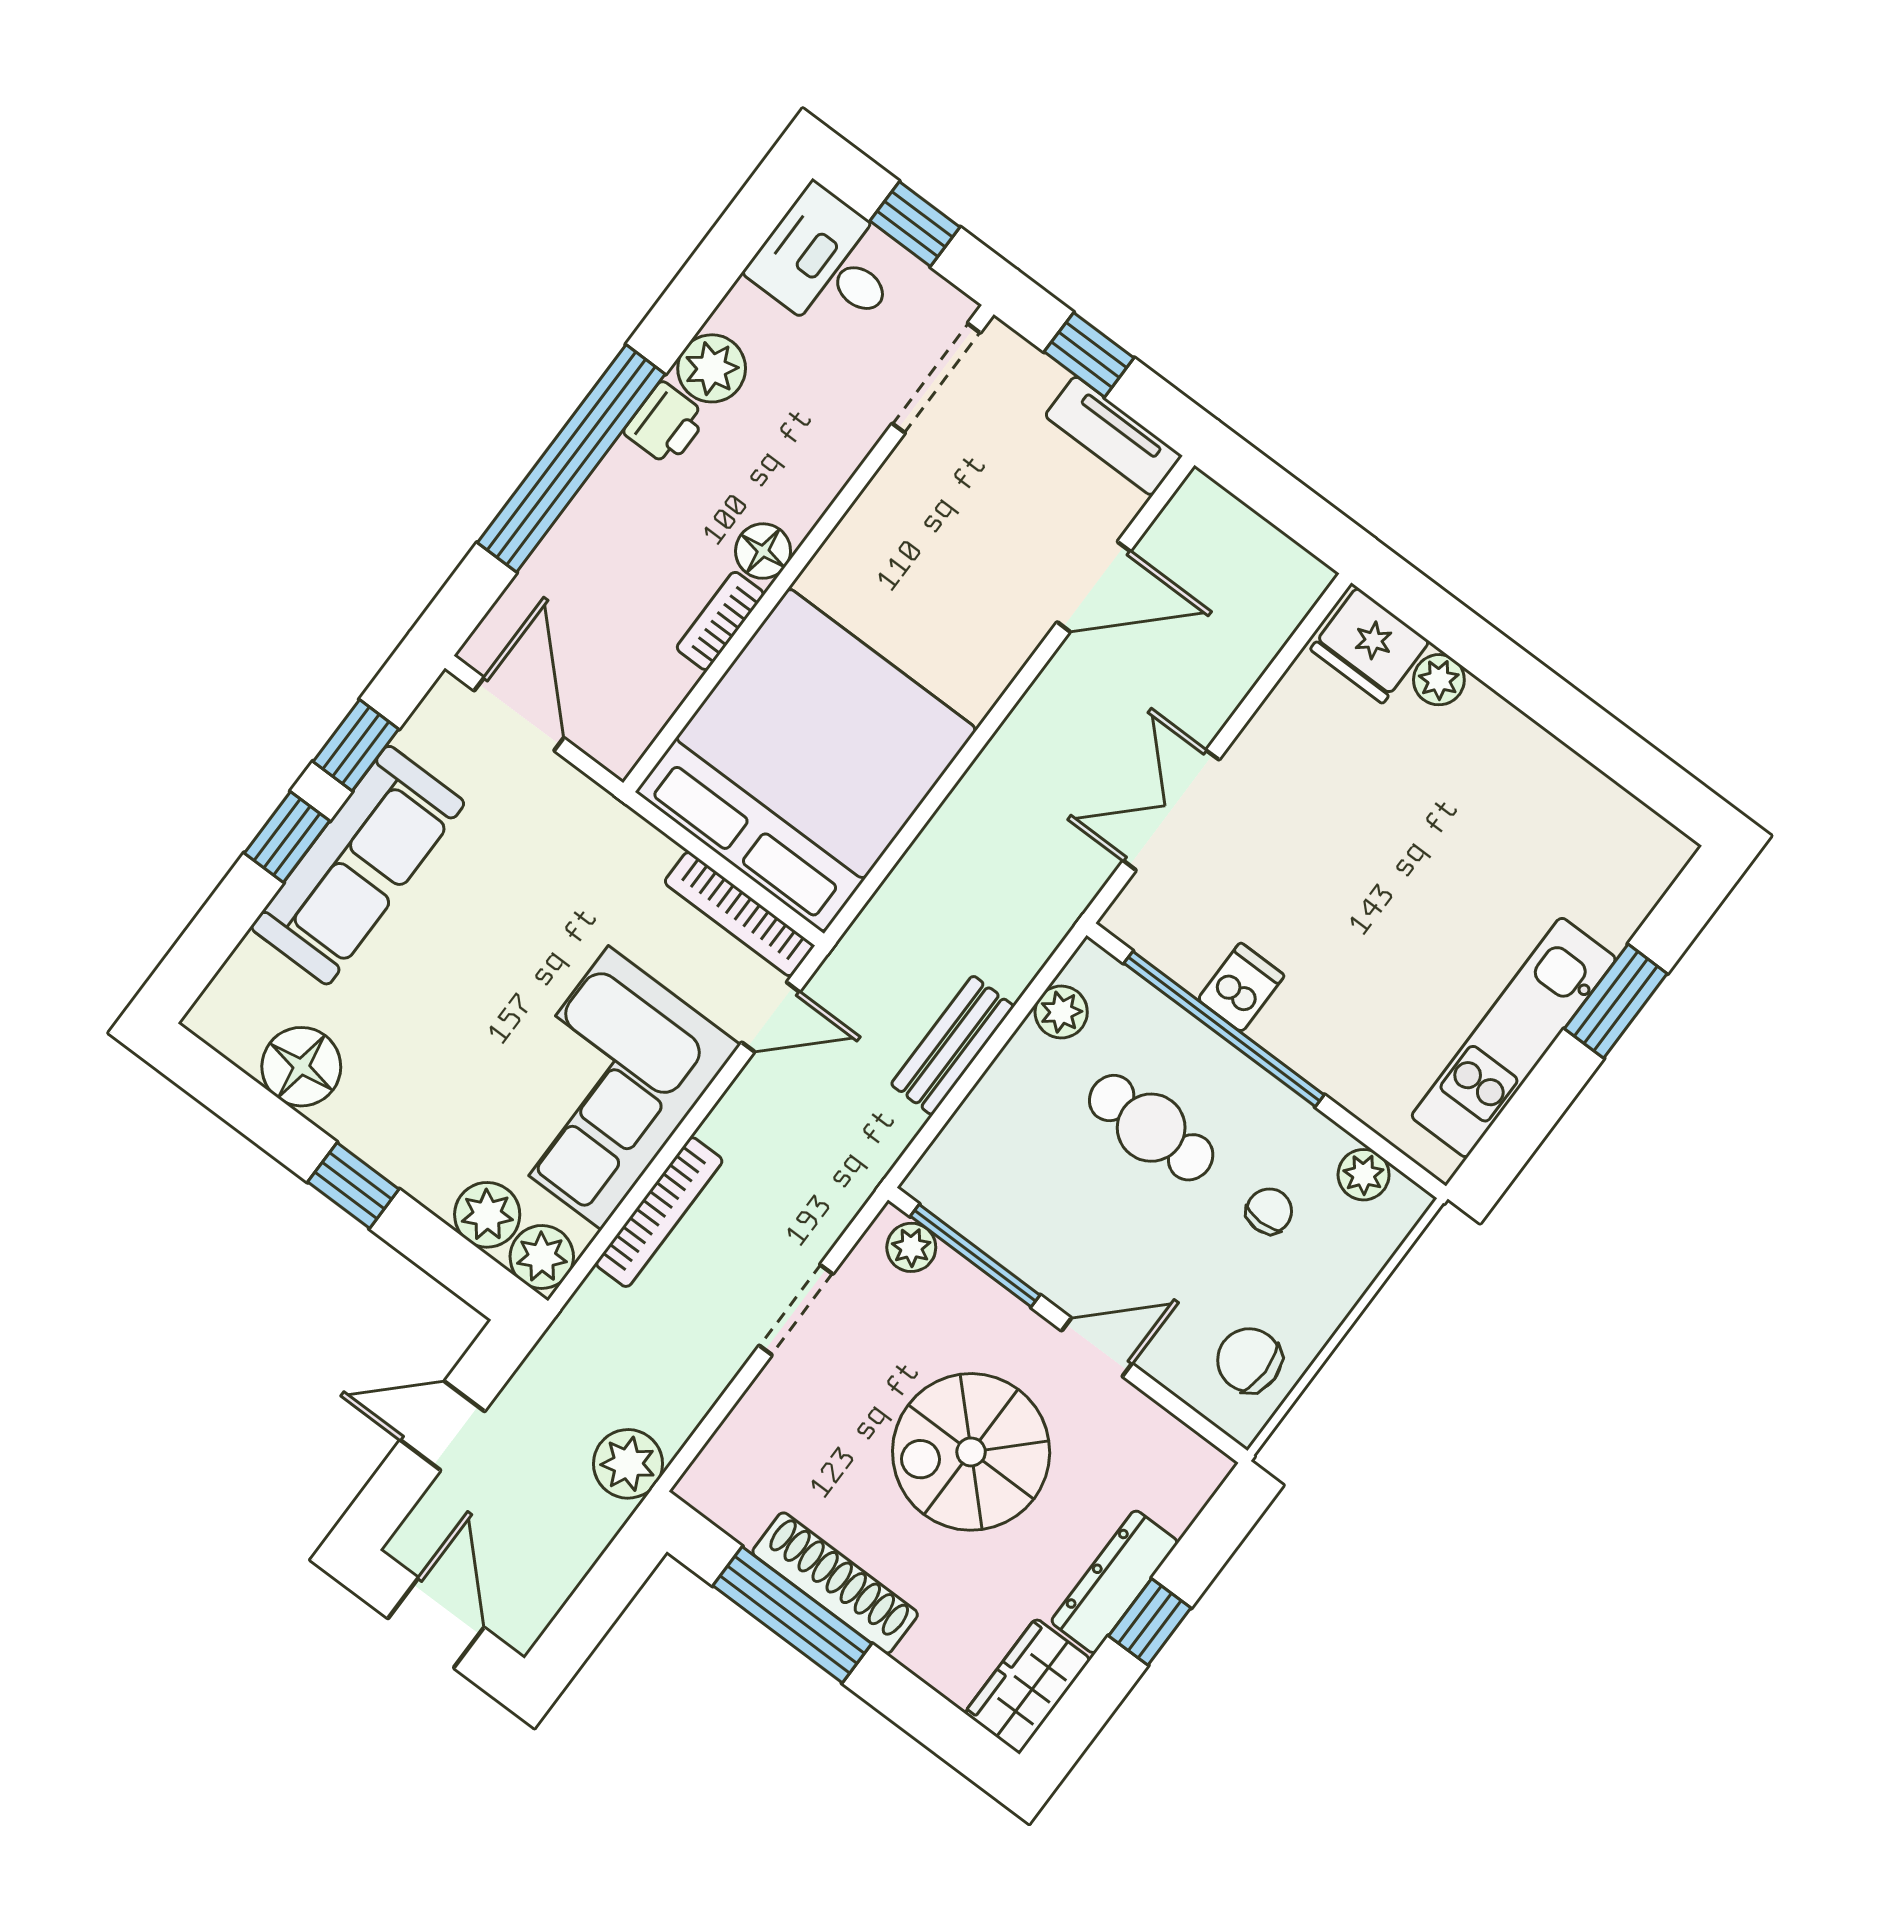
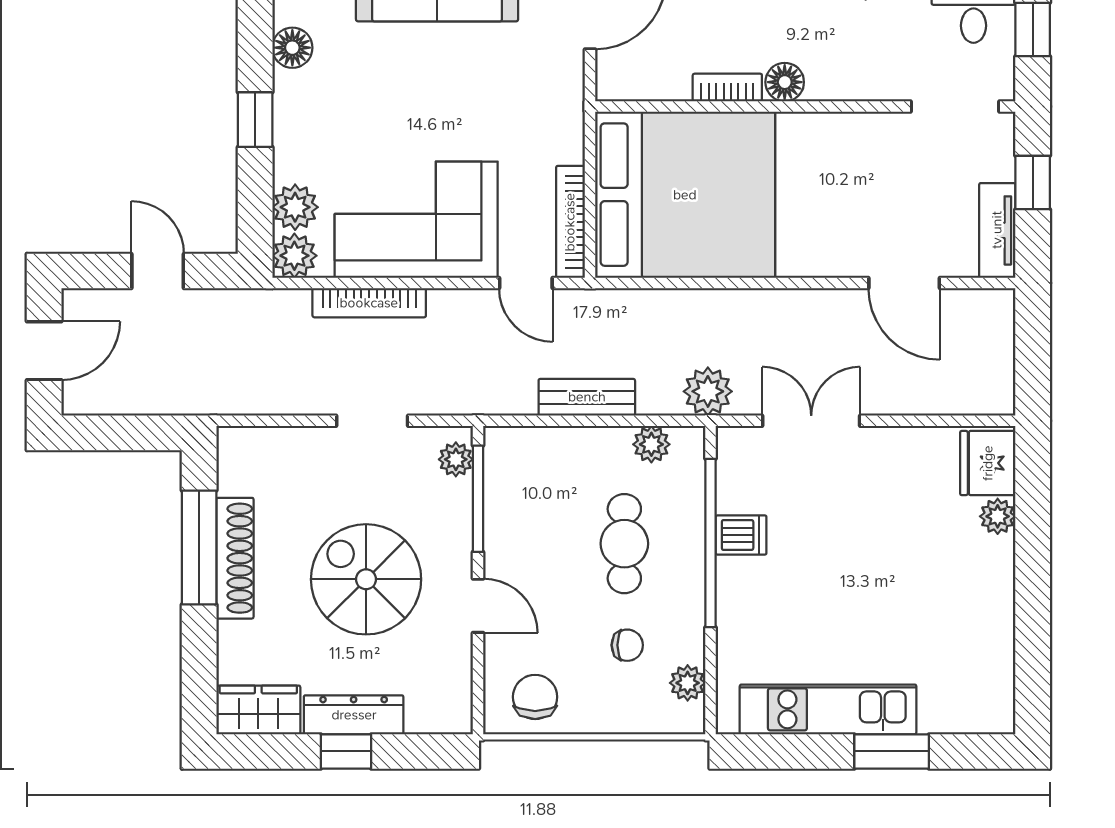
floor lamp: (301, 1067) -> (292, 48), width x0.73, depth x0.73
plant: (628, 1464) -> (708, 391), moved

